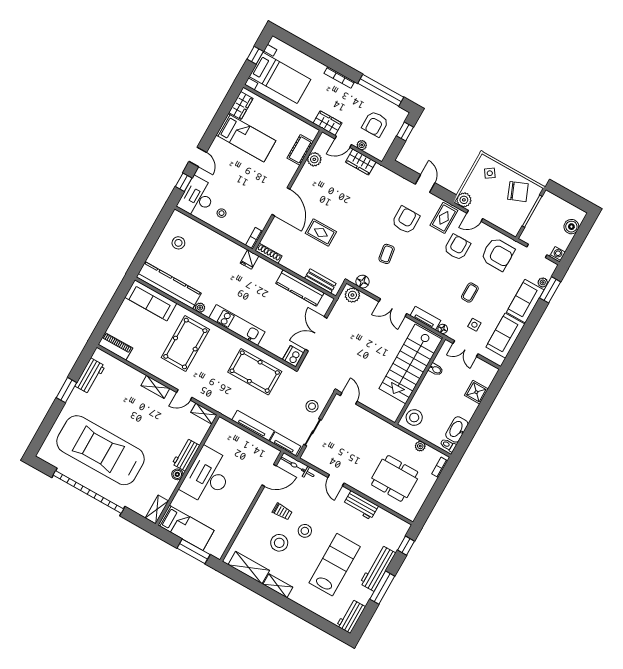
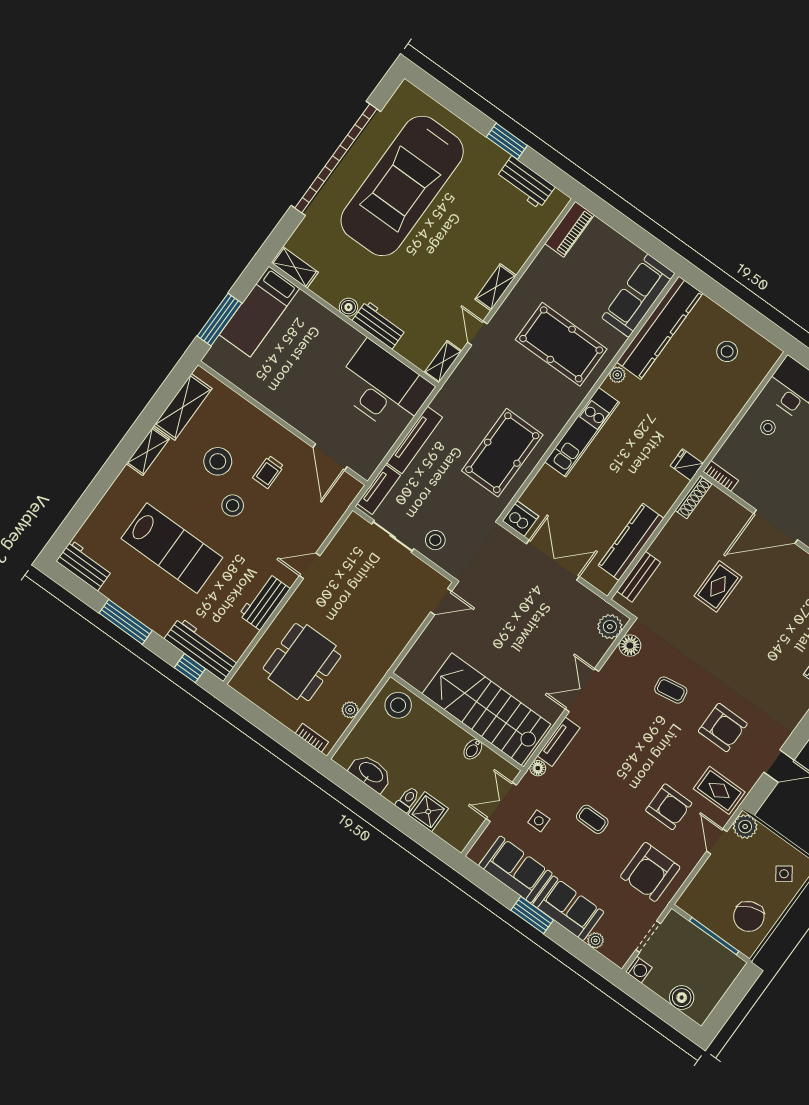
window: (550, 290) -> (532, 915), moved
toilet: (448, 445) -> (408, 800), moved
car: (101, 450) -> (402, 186), turned 180
bicycle: (297, 467) -> (339, 505), removed
desk: (208, 476) -> (383, 388), moved
workbench: (378, 568) -> (202, 649), moved

